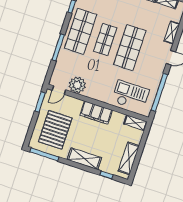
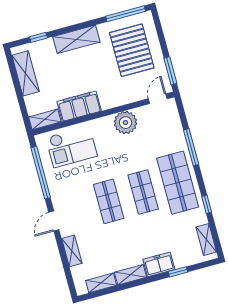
shop shelf: (130, 48) -> (109, 201), width x0.70, depth x0.74
plant: (77, 85) -> (126, 123), moved
filing cabinet: (96, 113) -> (79, 106), moved

